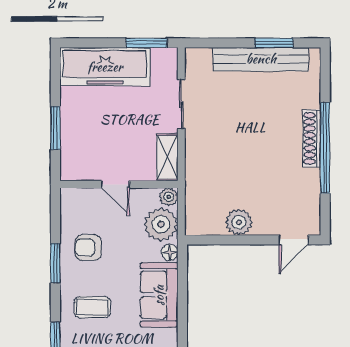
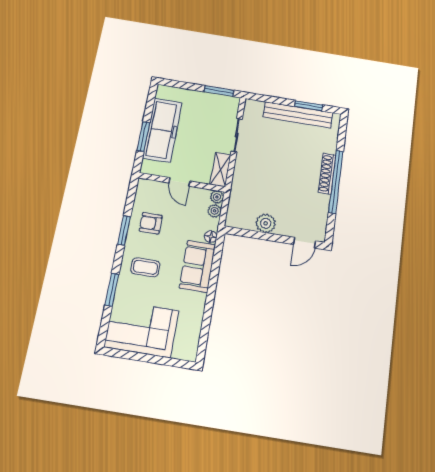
freezer: (105, 67) -> (162, 130), moved, turned -90
plant: (161, 224) -> (215, 211), width x0.53, depth x0.53

